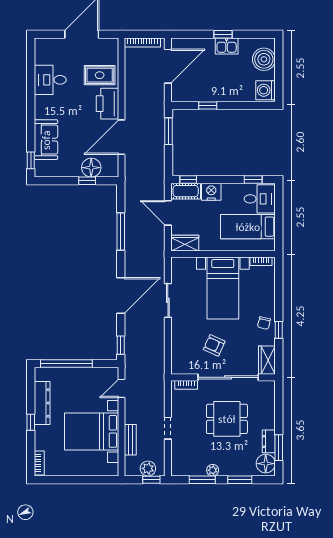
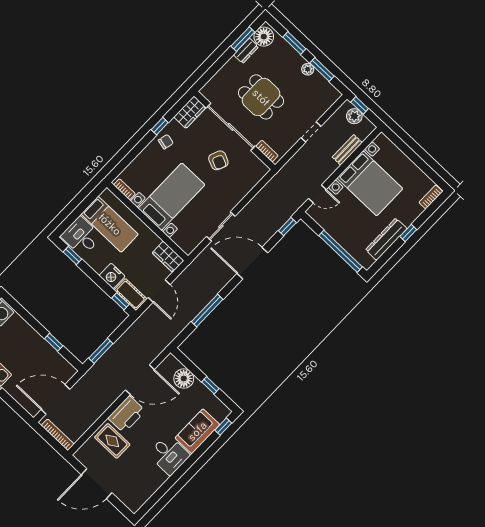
desk: (50, 80) -> (169, 455), moved
window: (87, 181) -> (210, 385), moved

